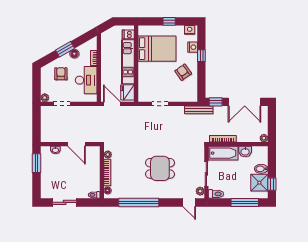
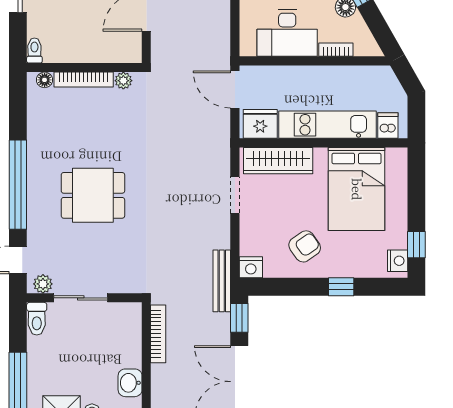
window: (169, 21) -> (416, 245), moved
nightstand: (193, 47) -> (251, 267), moved
wardrobe: (144, 84) -> (278, 161), added
door: (112, 104) -> (235, 90), swing flipped
bathtub: (223, 153) -> (127, 335), removed
dining table: (160, 168) -> (93, 195), turned 90
window: (139, 202) -> (18, 185), moved

